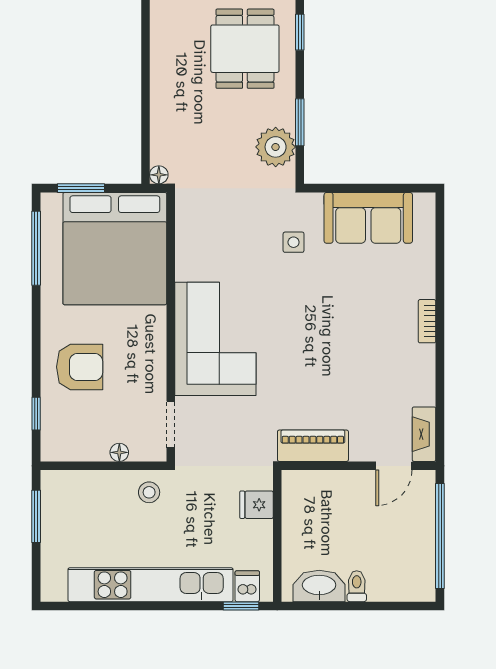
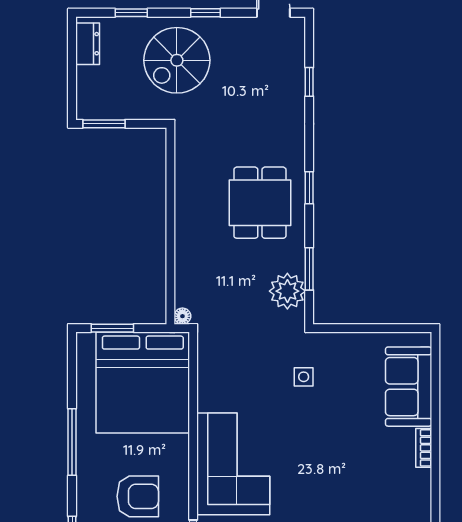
sofa: (368, 218) -> (409, 387), moved, turned 90
window: (36, 248) -> (72, 442), moved
armchair: (80, 367) -> (138, 496), moved

